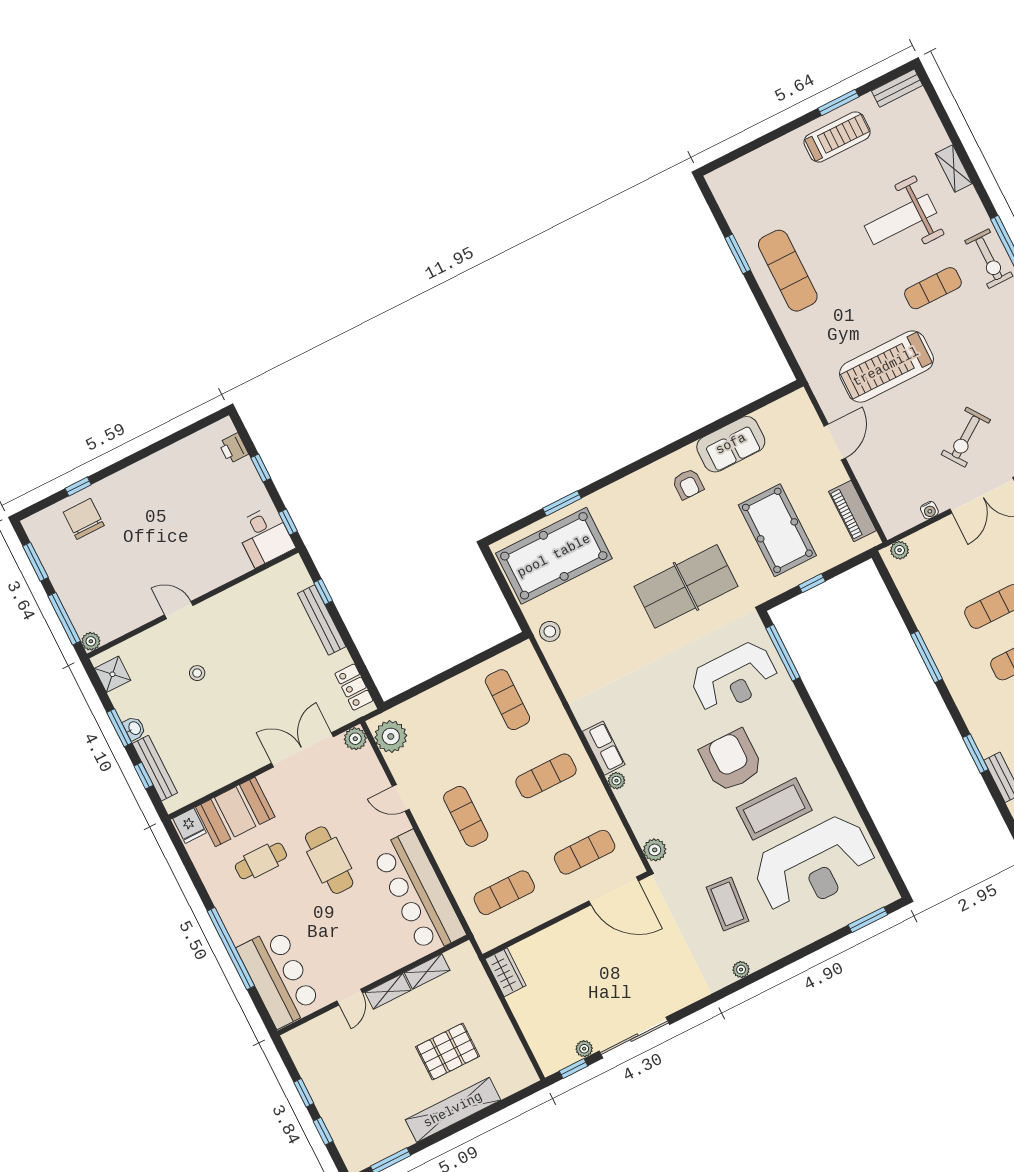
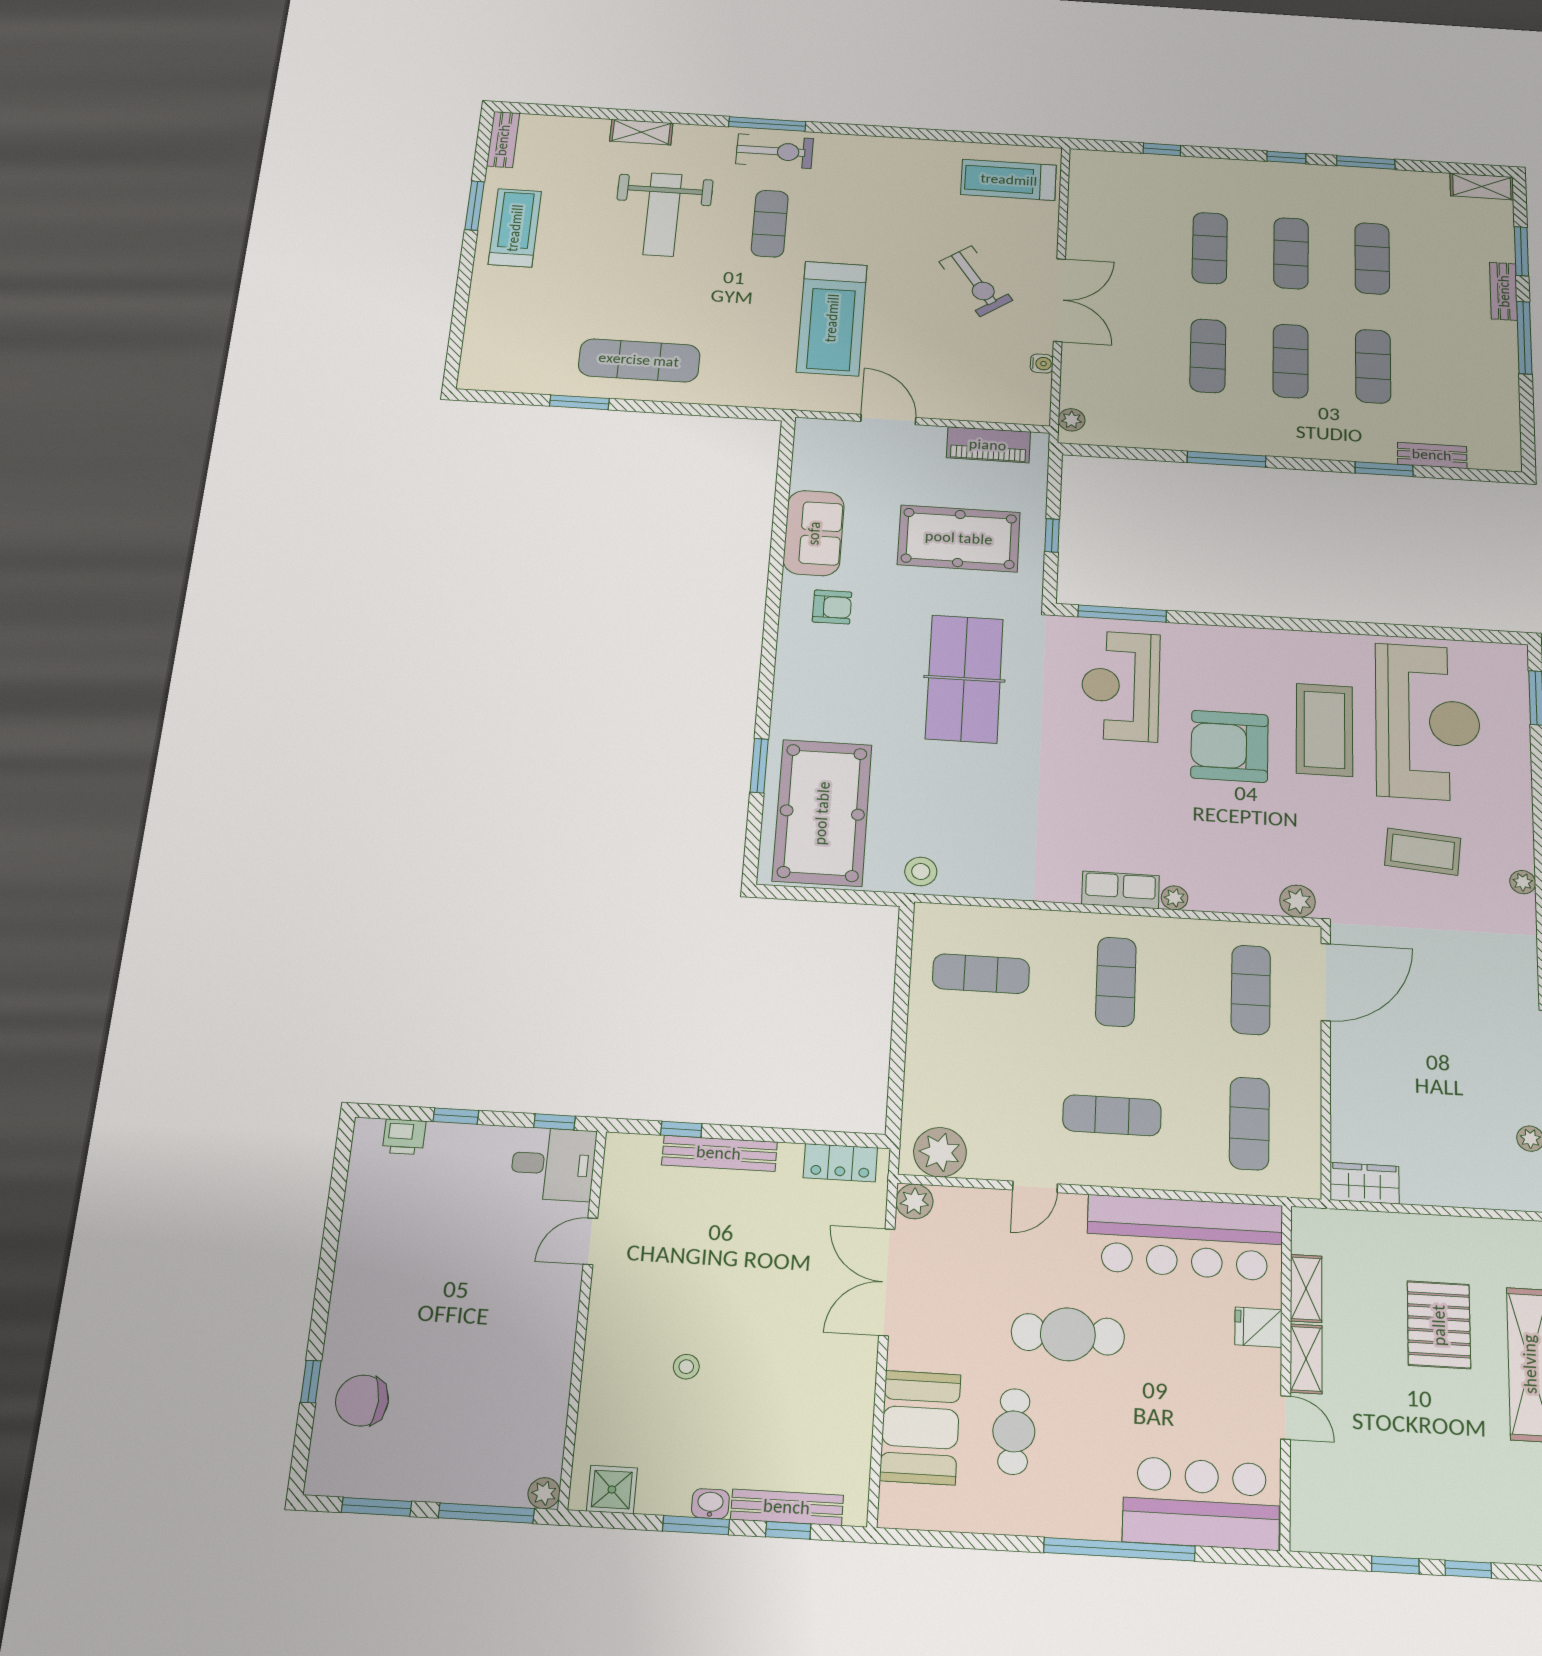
door: (179, 610) -> (590, 1241), moved
reception desk: (734, 678) -> (1121, 686), turned 180
fridge: (190, 826) -> (1258, 1327), moved, turned 180

